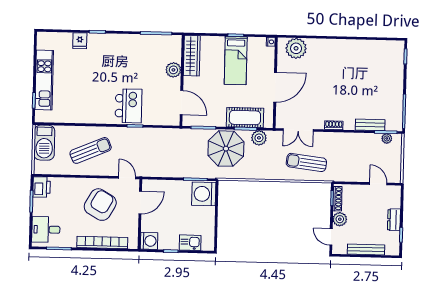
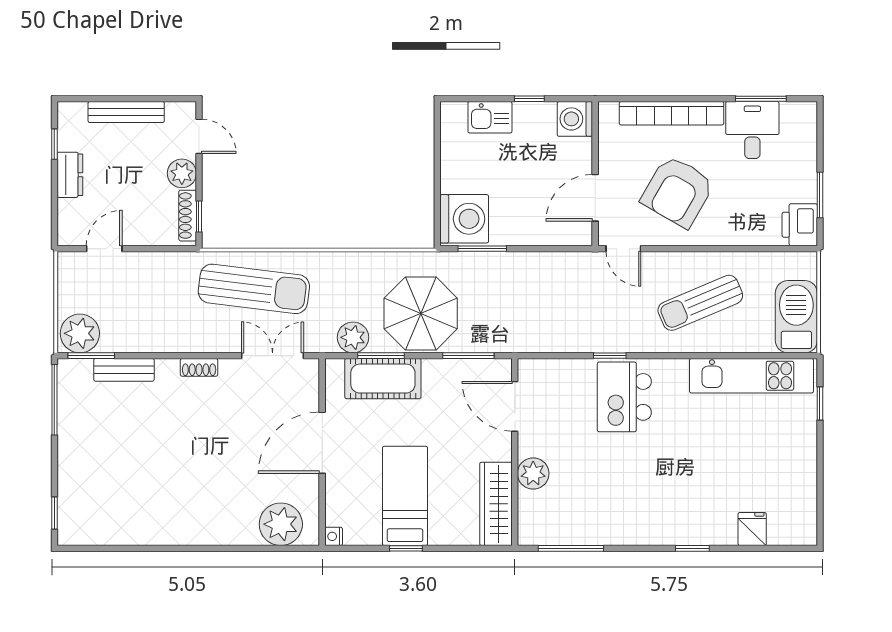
fridge: (80, 41) -> (752, 529), moved
kitchen unit: (44, 80) -> (752, 376), moved, turned -90
plant: (387, 138) -> (80, 333), width x1.87, depth x1.87
sun lounger: (306, 162) -> (254, 289), width x1.36, depth x1.34
door: (378, 184) -> (104, 249), swing flipped
desk: (46, 230) -> (752, 130), moved, turned -90

